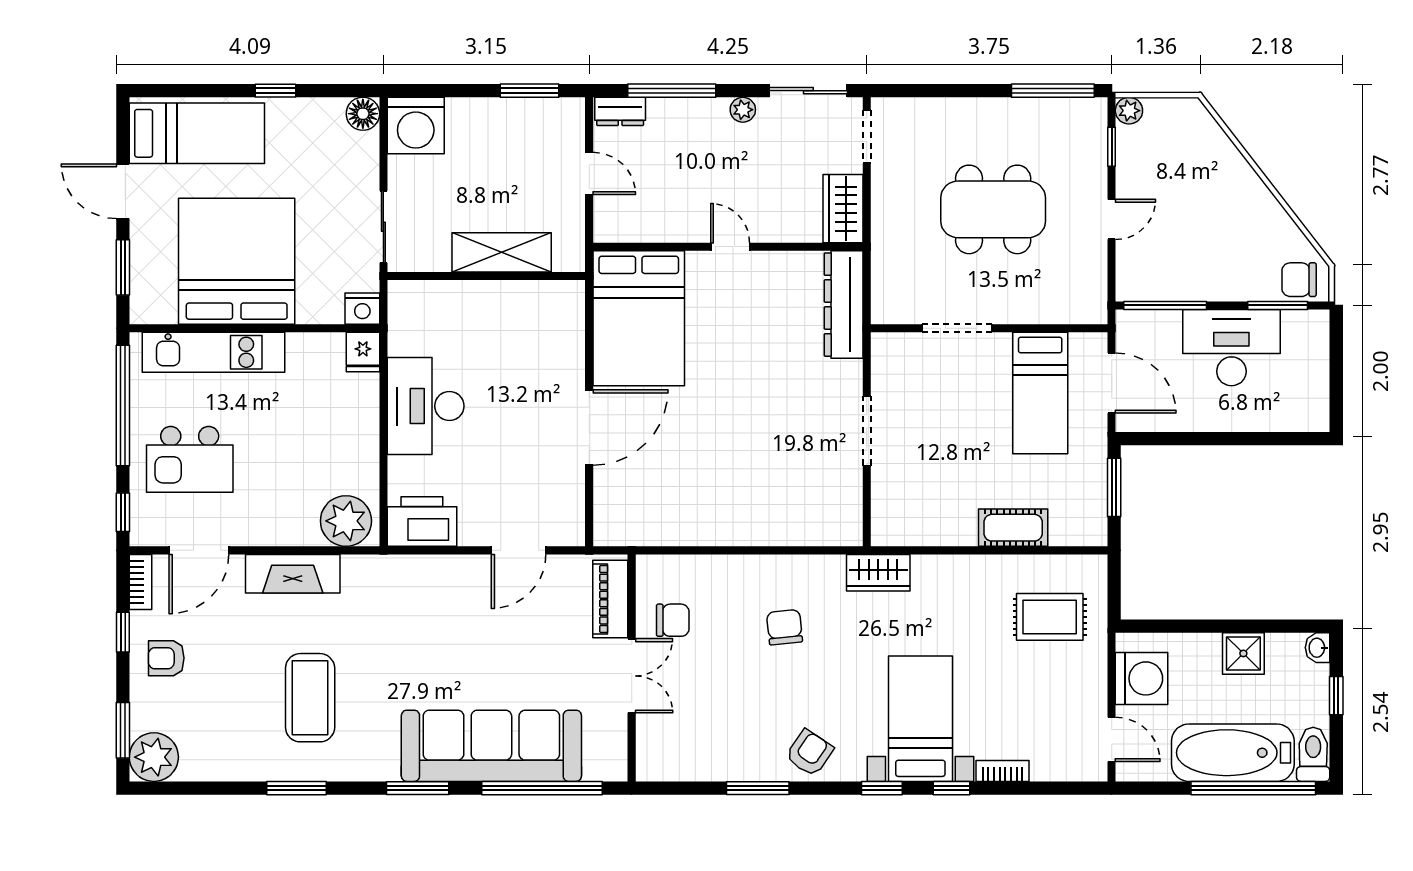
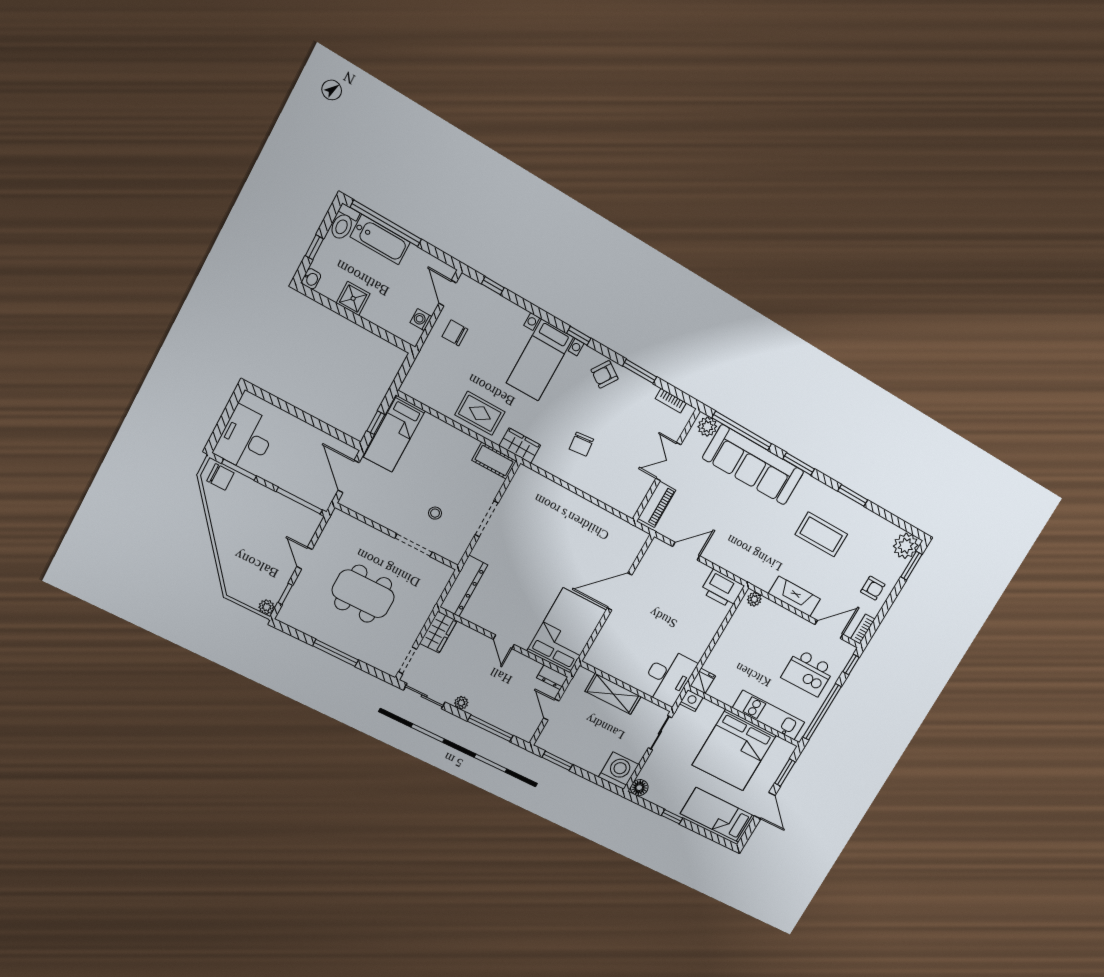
window: (1053, 91) -> (336, 653), moved
dresser: (620, 111) -> (552, 677), moved, turned 180
door: (1112, 219) -> (305, 558), hinge flipped
desk: (1231, 348) -> (246, 439), moved, turned 90
bed: (1040, 393) -> (394, 434), moved, turned 180
stool: (951, 397) -> (435, 513), added
desk: (426, 406) -> (668, 677), moved
kitchen island: (190, 459) -> (808, 673), turned 180
window: (1114, 487) -> (376, 423), width x0.67
plant: (346, 521) -> (754, 599), width x0.53, depth x0.53
cot: (1013, 528) -> (494, 461), moved
rug: (1050, 617) -> (480, 413), moved
chair: (673, 620) -> (455, 333), moved
window: (123, 632) -> (884, 610), removed
washing machine: (1142, 678) -> (421, 320), width x0.53, depth x0.53
coffee table: (310, 698) -> (821, 534), turned 90
bathtub: (1233, 753) -> (380, 240), width x0.73, depth x0.73
plant: (602, 764) -> (707, 427), added
bookcase: (1003, 771) -> (671, 401), moved
window: (951, 788) -> (493, 286), moved

